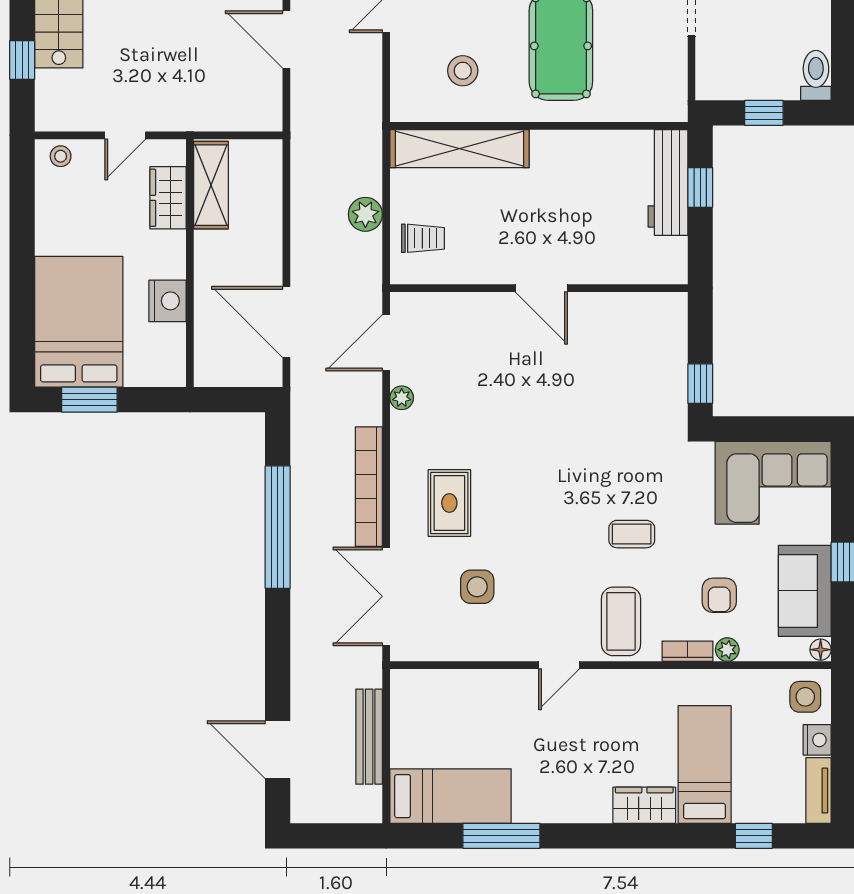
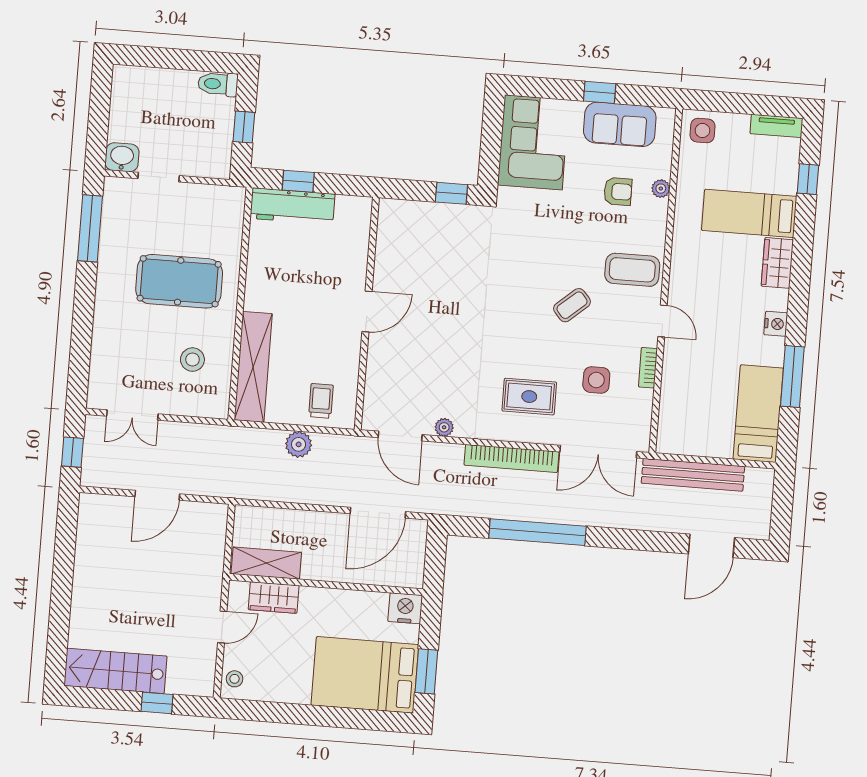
door: (125, 135) -> (222, 627), hinge flipped
nightstand: (167, 301) -> (405, 608), moved
coffee table: (632, 534) -> (572, 305), moved, turned 49
floor lamp: (821, 650) -> (667, 116), removed
bookcase: (688, 651) -> (648, 368), moved
bench: (369, 737) -> (693, 475), width x1.37, depth x1.21
nightstand: (817, 740) -> (776, 324), moved, turned 90

